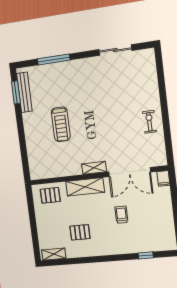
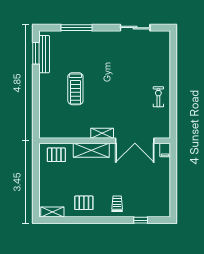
trolley: (121, 215) -> (117, 204), moved
pallet: (80, 232) -> (84, 203), moved

